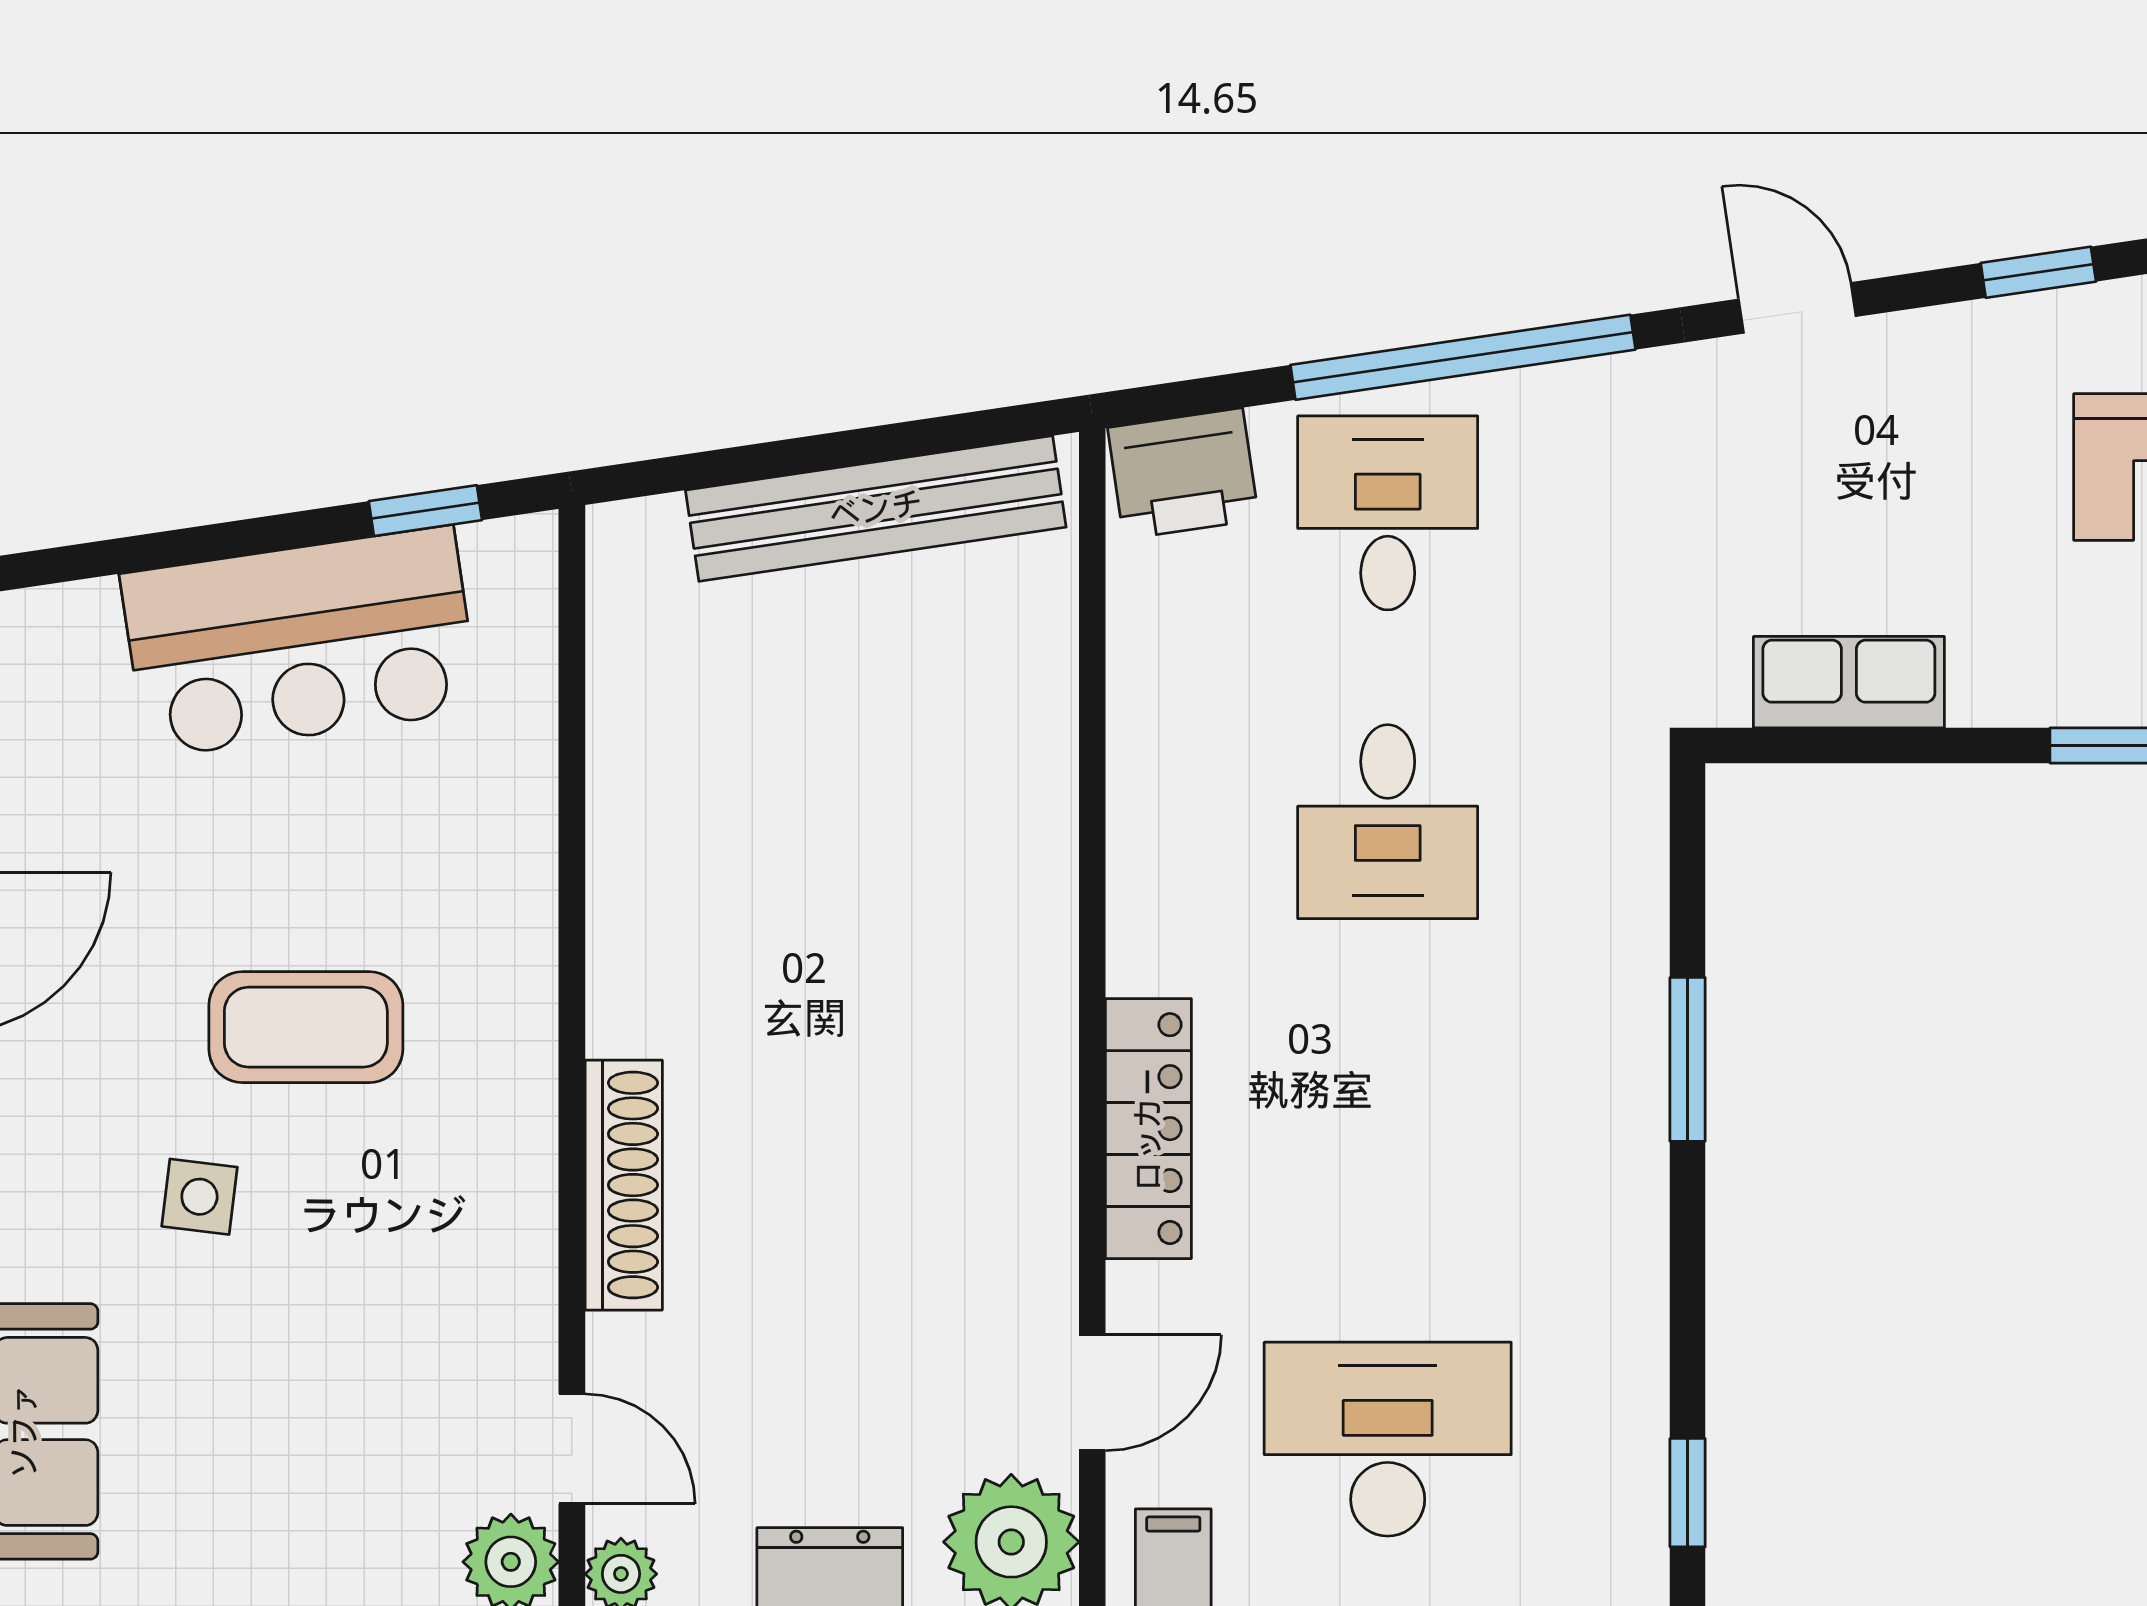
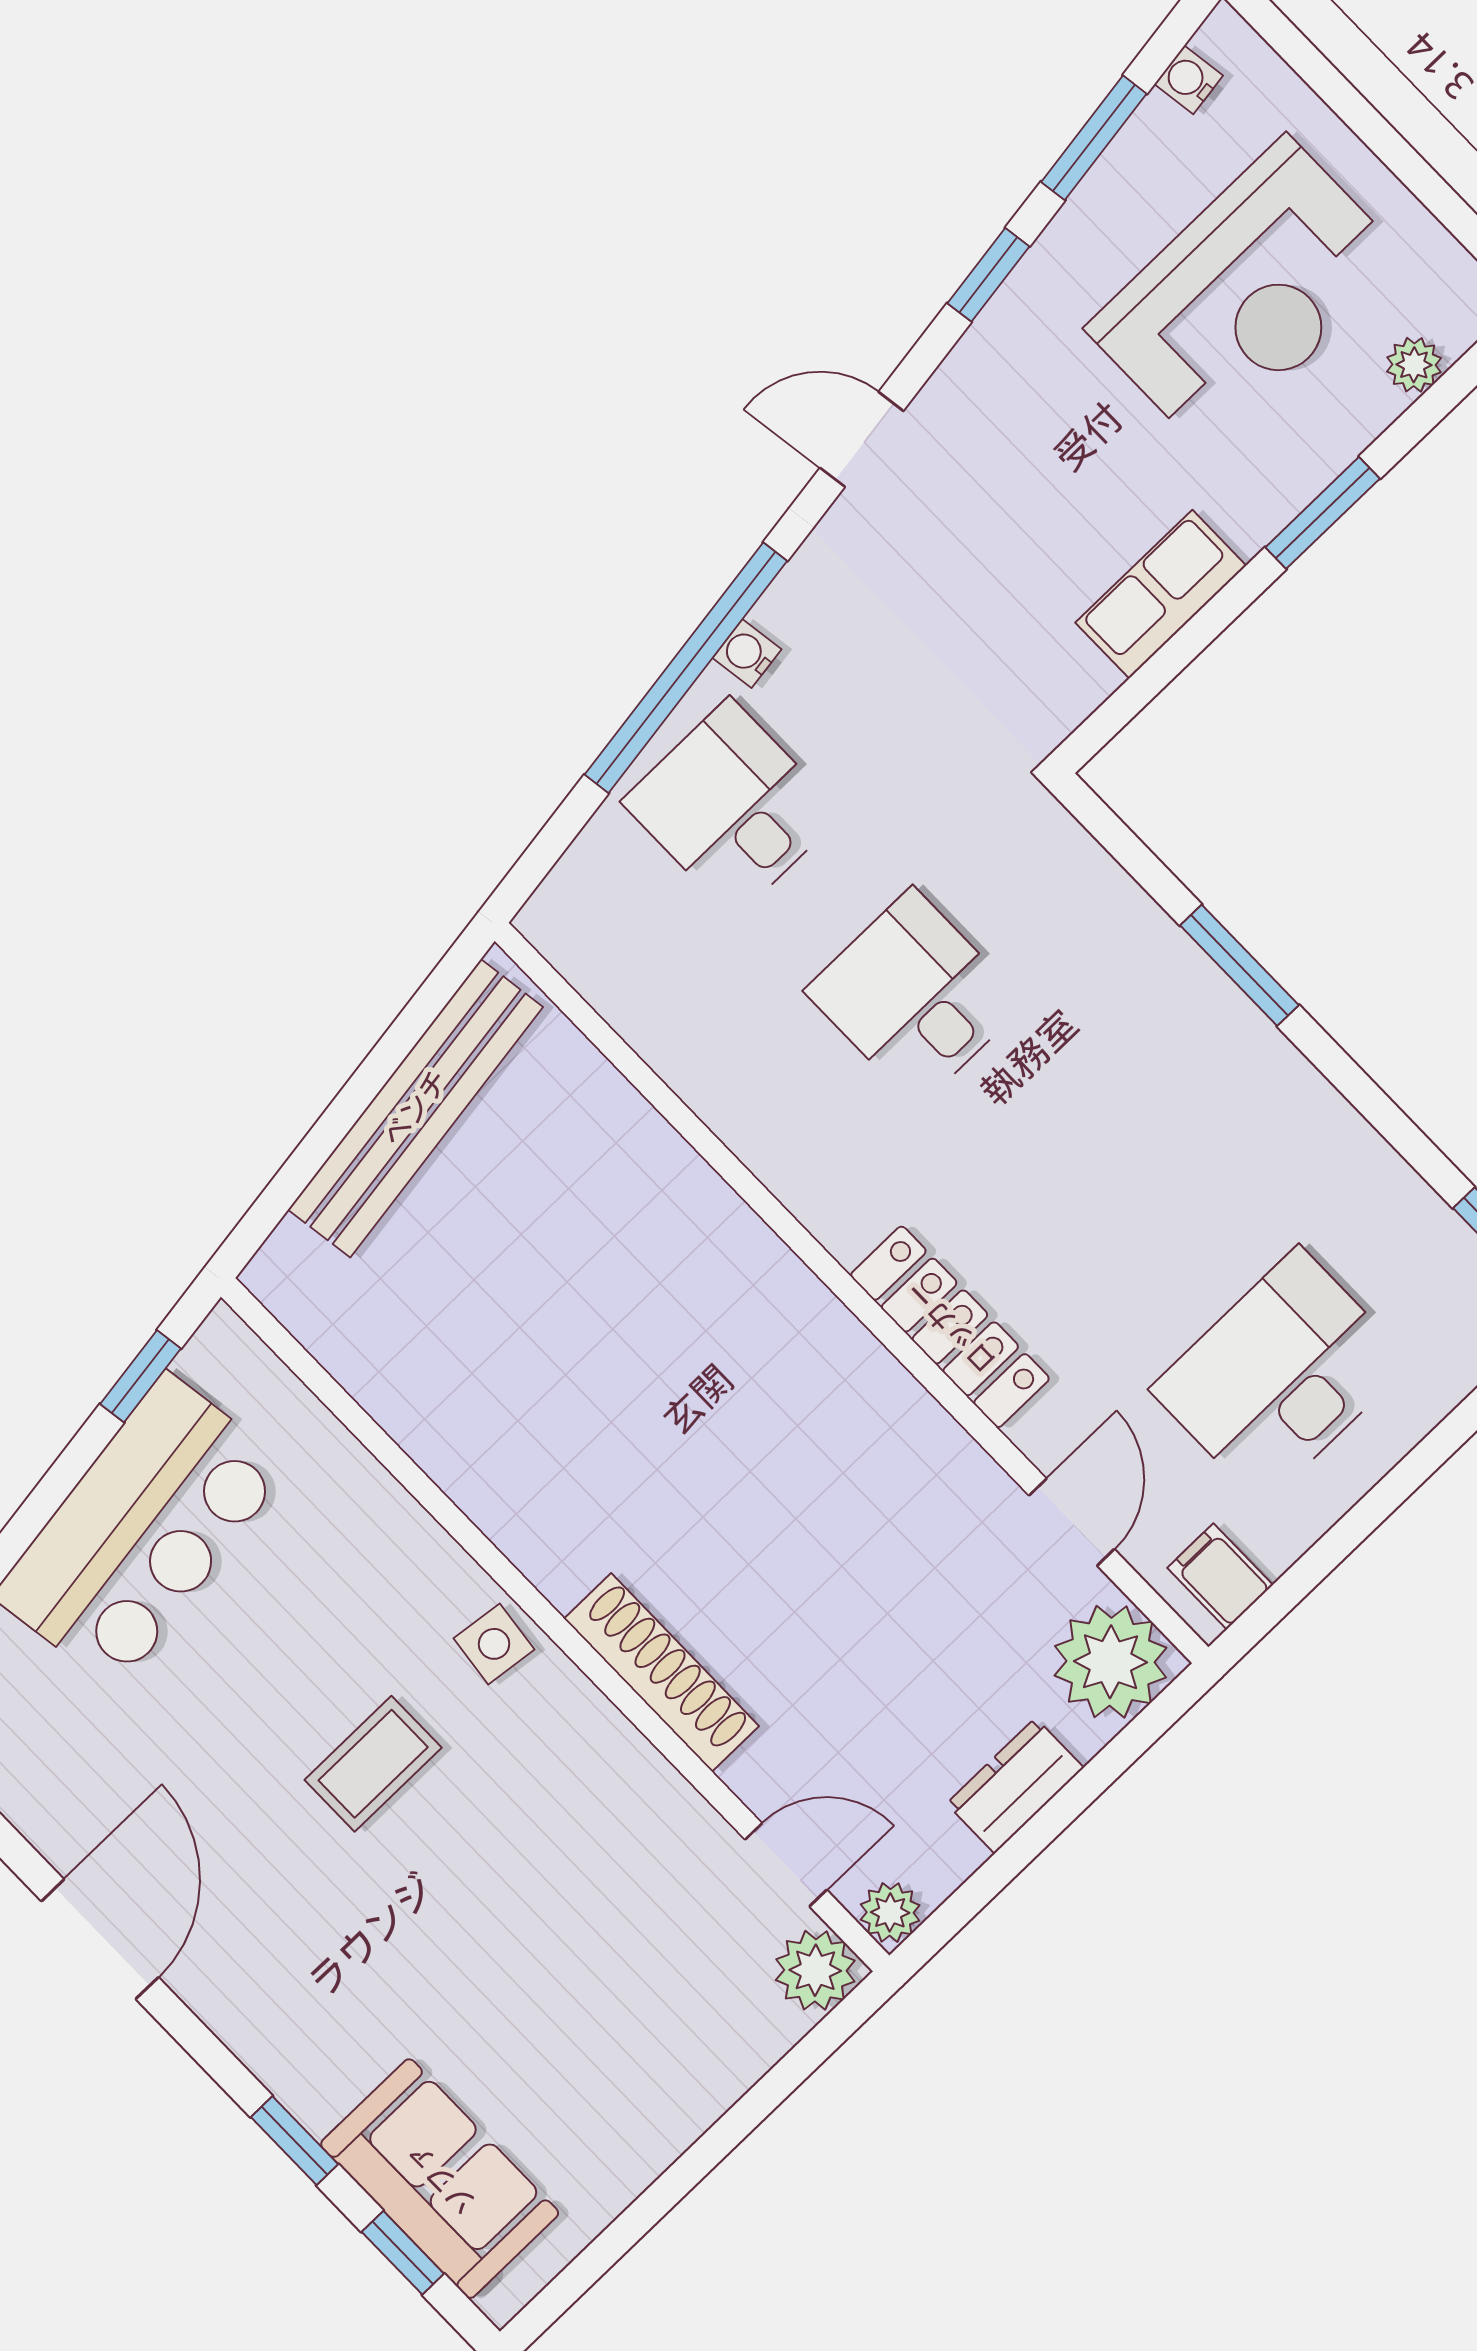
water cooler: (1526, 395) -> (747, 654), added
printer: (1183, 474) -> (583, 905), removed
row of seats: (1849, 682) -> (1161, 594), moved
desk: (1388, 822) -> (915, 997), turned 180
coffee table: (306, 1027) -> (373, 1764), width x0.73, depth x0.77
side table: (199, 1197) -> (494, 1644), moved

